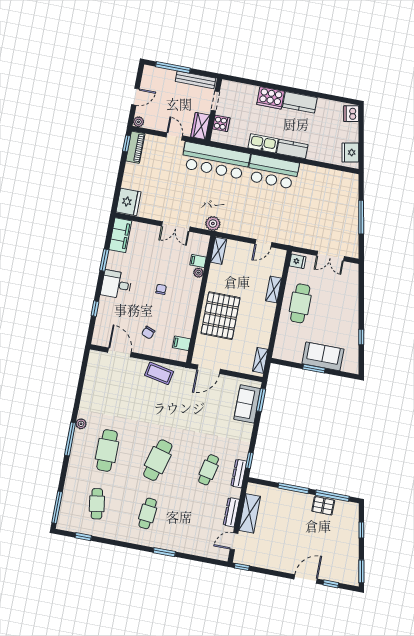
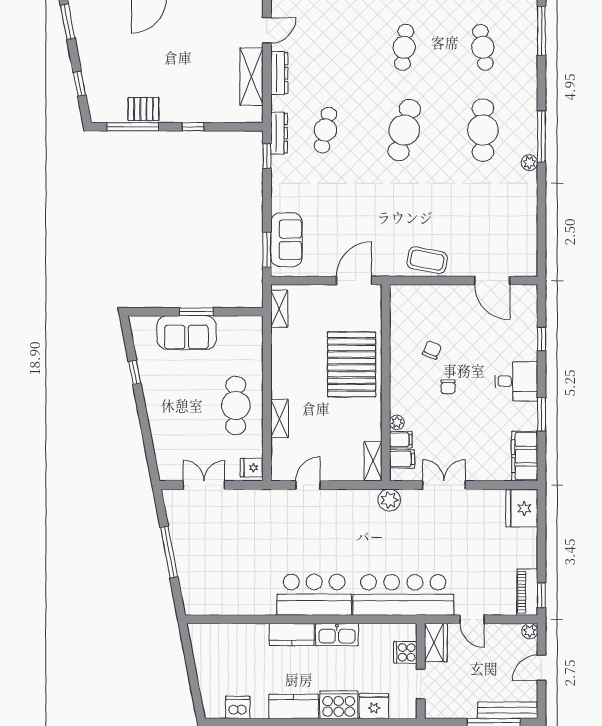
bench: (195, 80) -> (508, 710), moved
dishwasher: (351, 114) -> (238, 707), moved, turned -79
fridge: (350, 152) -> (374, 706), moved, turned -79
chair: (148, 333) -> (432, 350), moved
filing cabinet: (182, 343) -> (402, 459), moved
window: (293, 488) -> (193, 127), width x0.46

